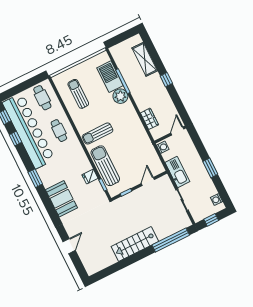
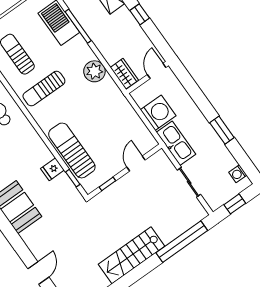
plant: (120, 96) -> (94, 71), moved
door: (177, 131) -> (157, 71), moved
sun lounger: (98, 133) -> (44, 89), moved
wall: (170, 135) -> (147, 77), moved
washing machine: (163, 147) -> (158, 113), width x1.89, depth x1.89

